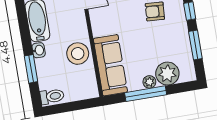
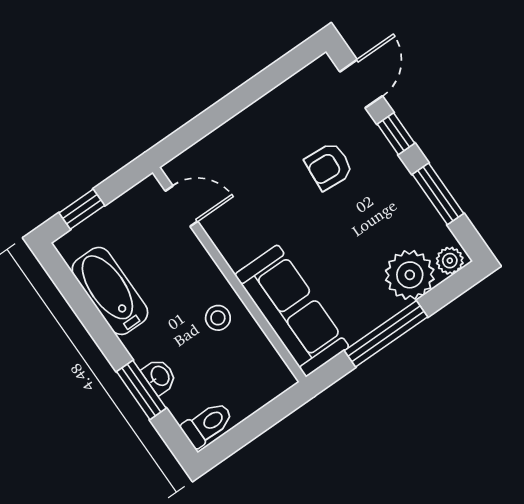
washbasin: (39, 50) -> (159, 376), moved
stool: (78, 54) -> (218, 318), width x0.53, depth x0.53
plant: (149, 82) -> (450, 261), moved

